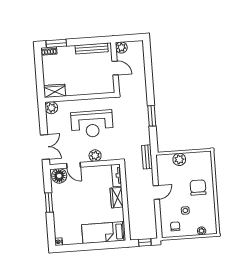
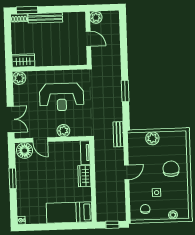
bench: (92, 49) -> (45, 18), moved

